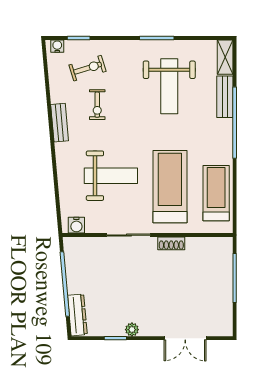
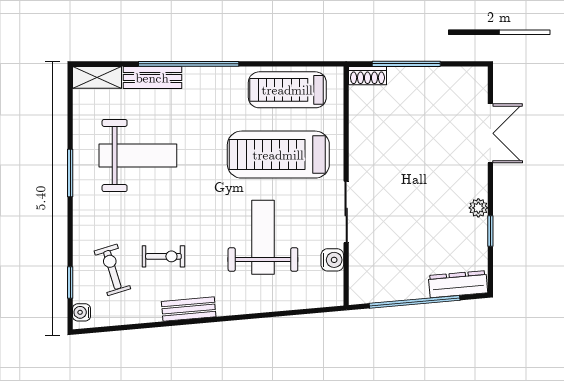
water cooler: (76, 225) -> (332, 260), moved
shoe rack: (171, 243) -> (367, 76), moved, turned 90

